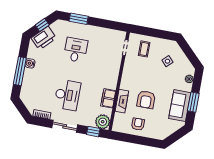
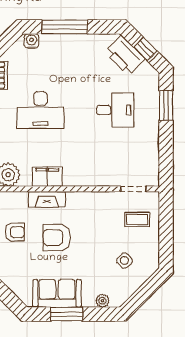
water cooler: (30, 63) -> (31, 41), moved

